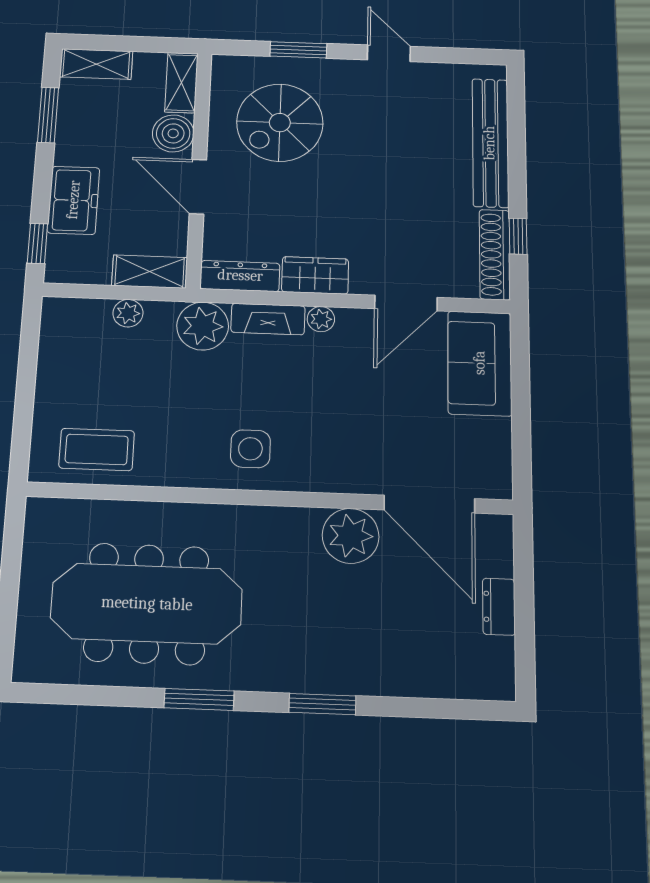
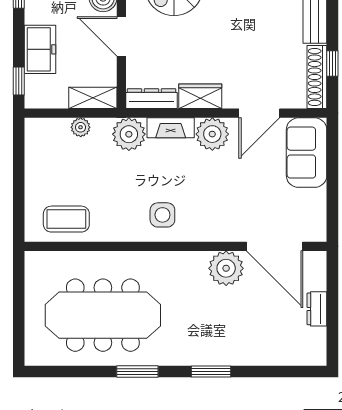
plant: (321, 319) -> (212, 134), width x1.88, depth x1.88

